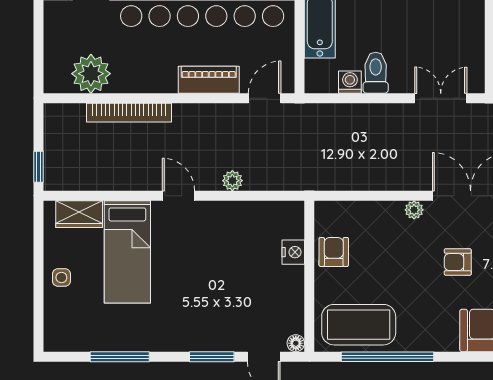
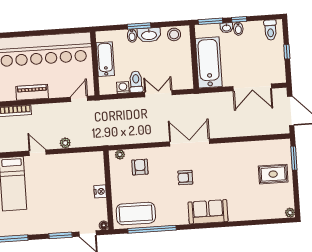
piano: (209, 80) -> (32, 92), moved
double door: (441, 98) -> (158, 94), moved
plant: (414, 210) -> (120, 155), moved
nightstand: (293, 252) -> (100, 191), moved
armchair: (334, 252) -> (140, 167), moved

